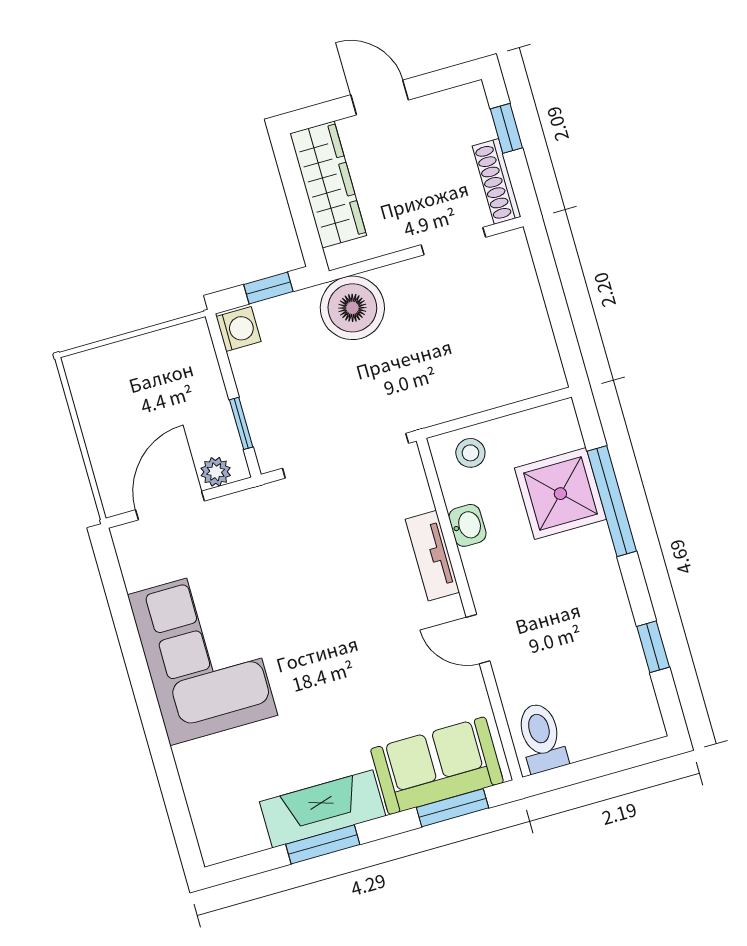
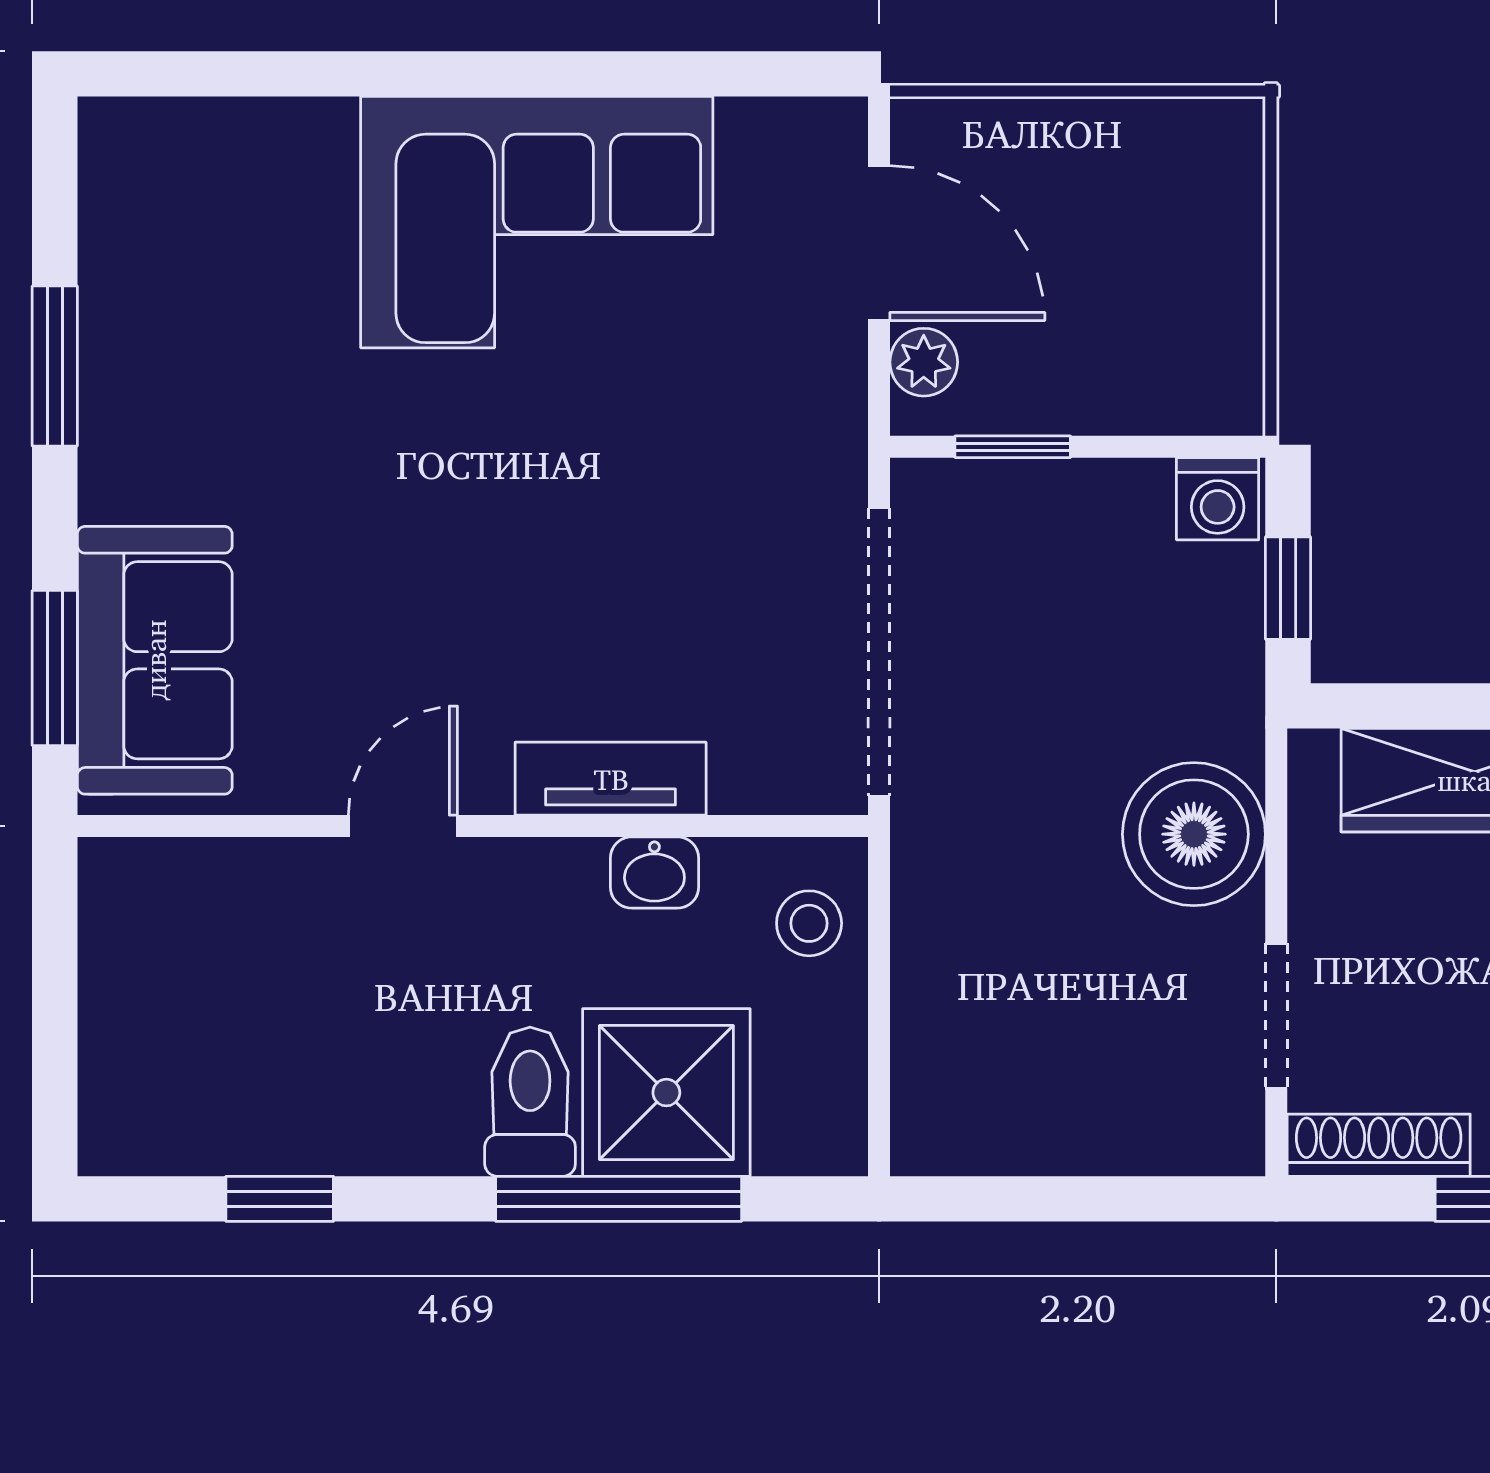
boiler: (352, 308) -> (1194, 834), moved
toilet: (541, 737) -> (530, 1102), moved, turned -90
fireplace: (323, 809) -> (132, 387), removed

